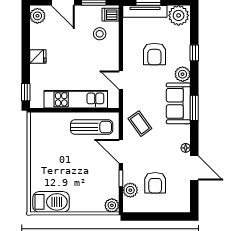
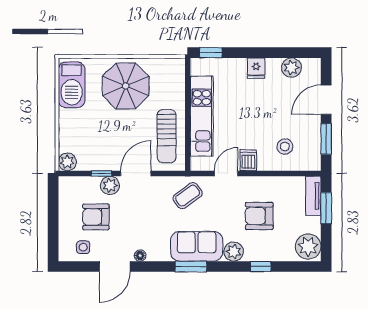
tv unit: (145, 11) -> (313, 196), width x0.71
dishwasher: (111, 15) -> (248, 160), moved
plant: (37, 16) -> (291, 68), moved
coffee table: (140, 124) -> (188, 196), moved
parasol: (52, 159) -> (126, 86), added
plant: (130, 190) -> (110, 185), moved
side table: (179, 193) -> (83, 247), added

